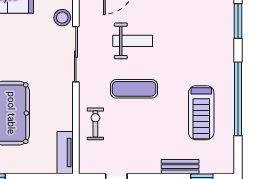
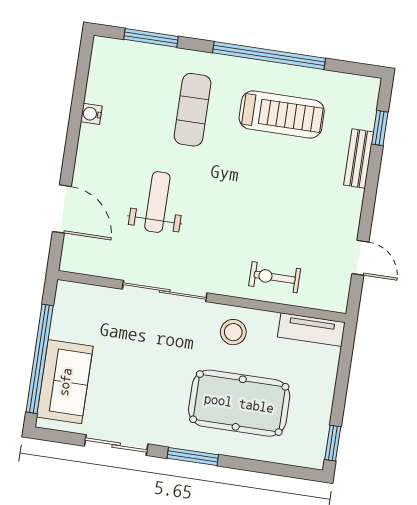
stool: (62, 18) -> (233, 332), moved
exercise mat: (134, 89) -> (193, 110), moved

